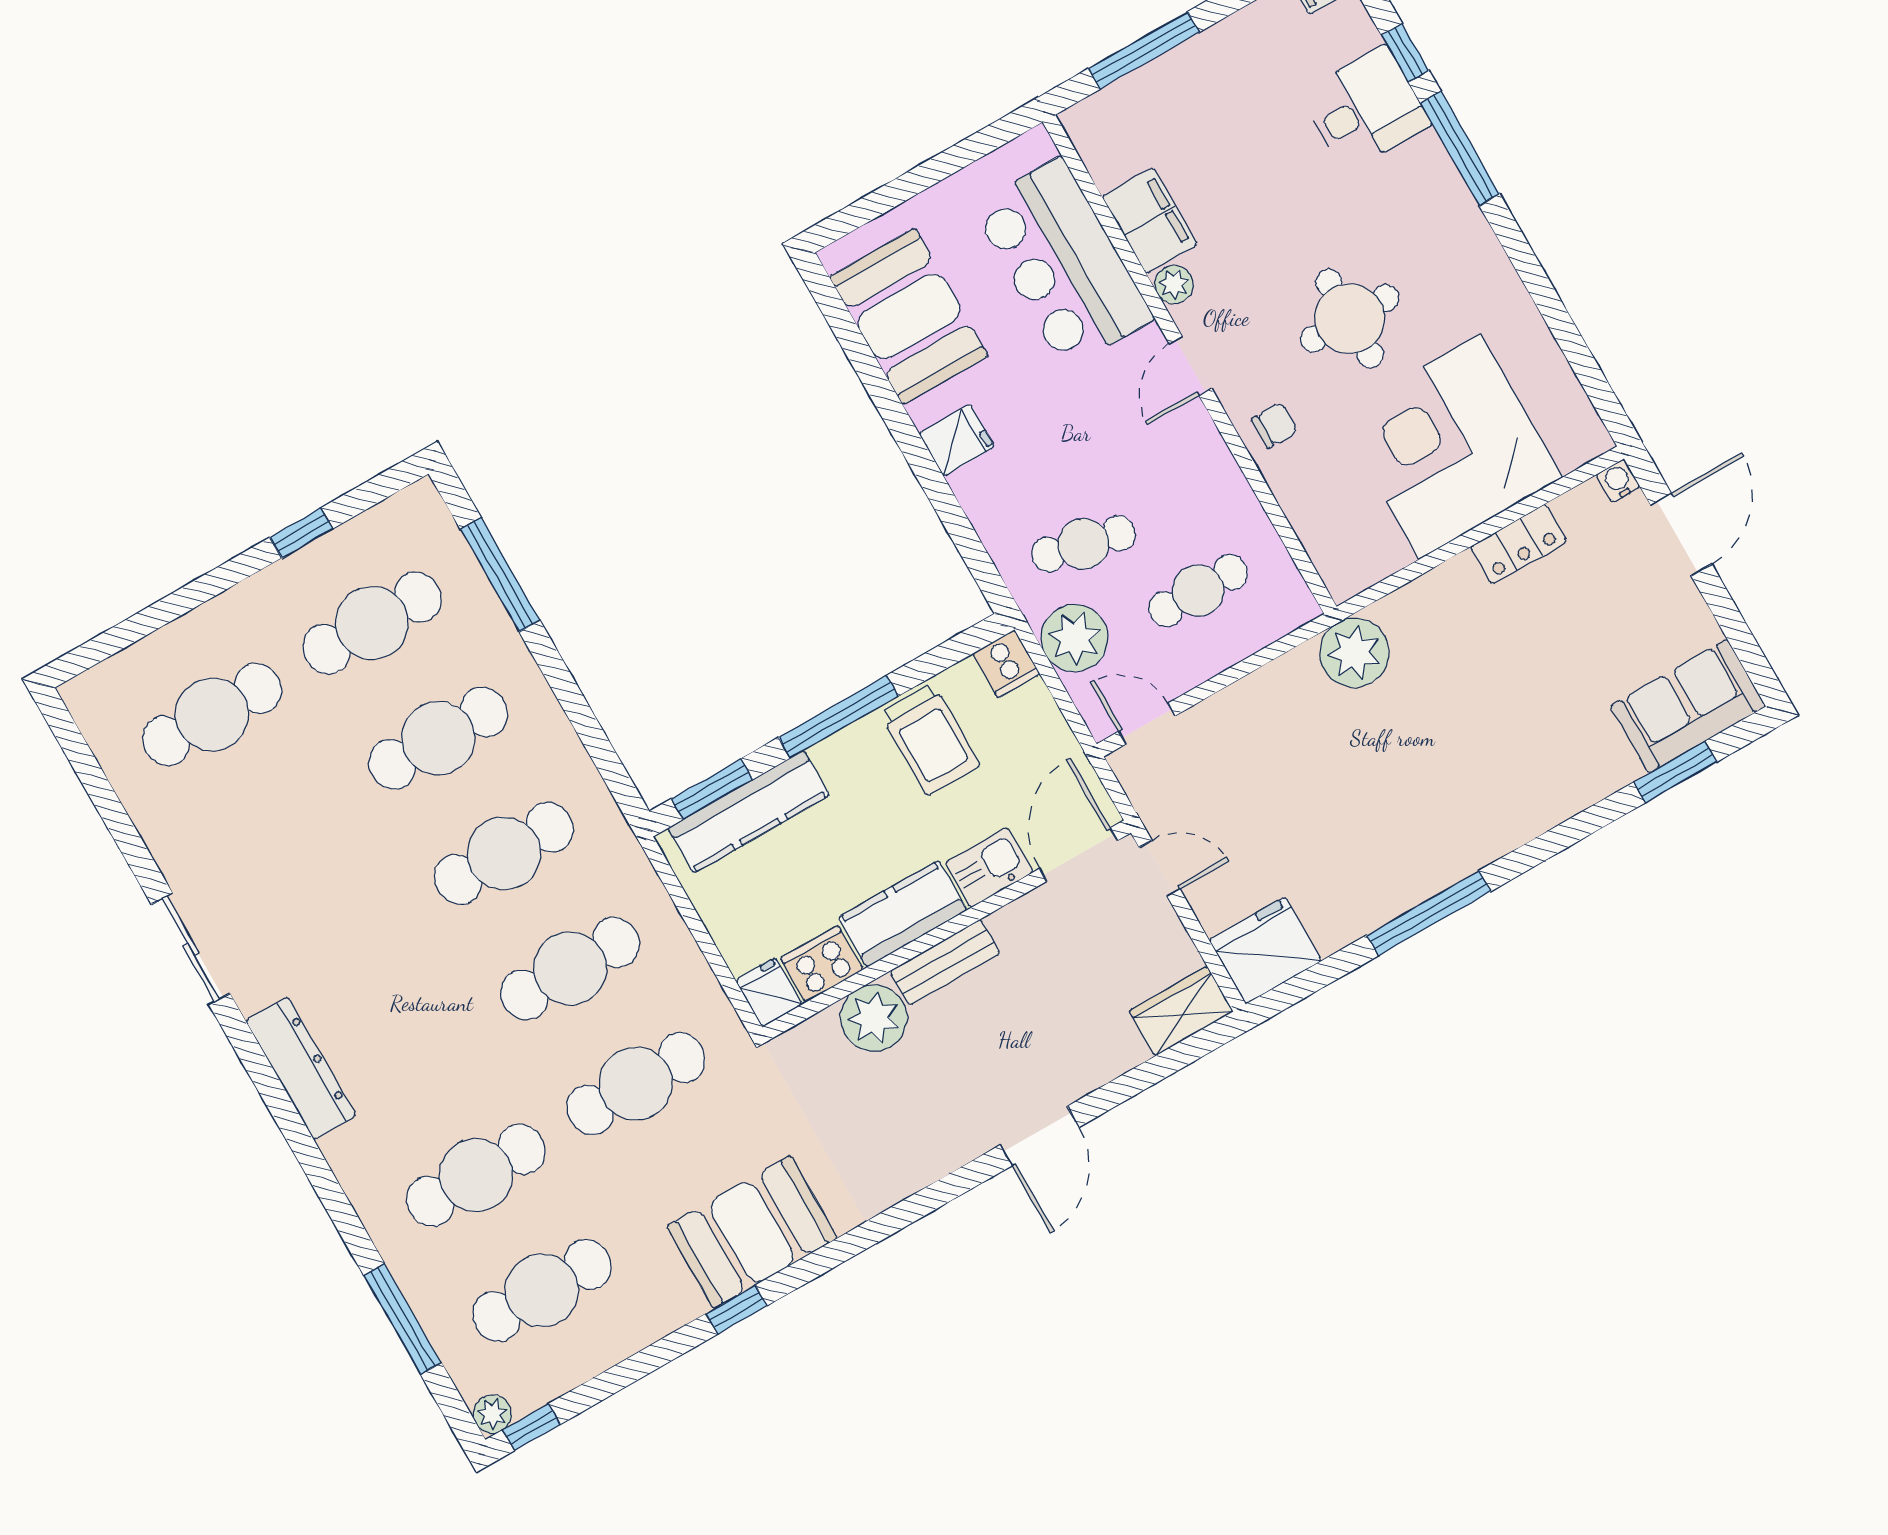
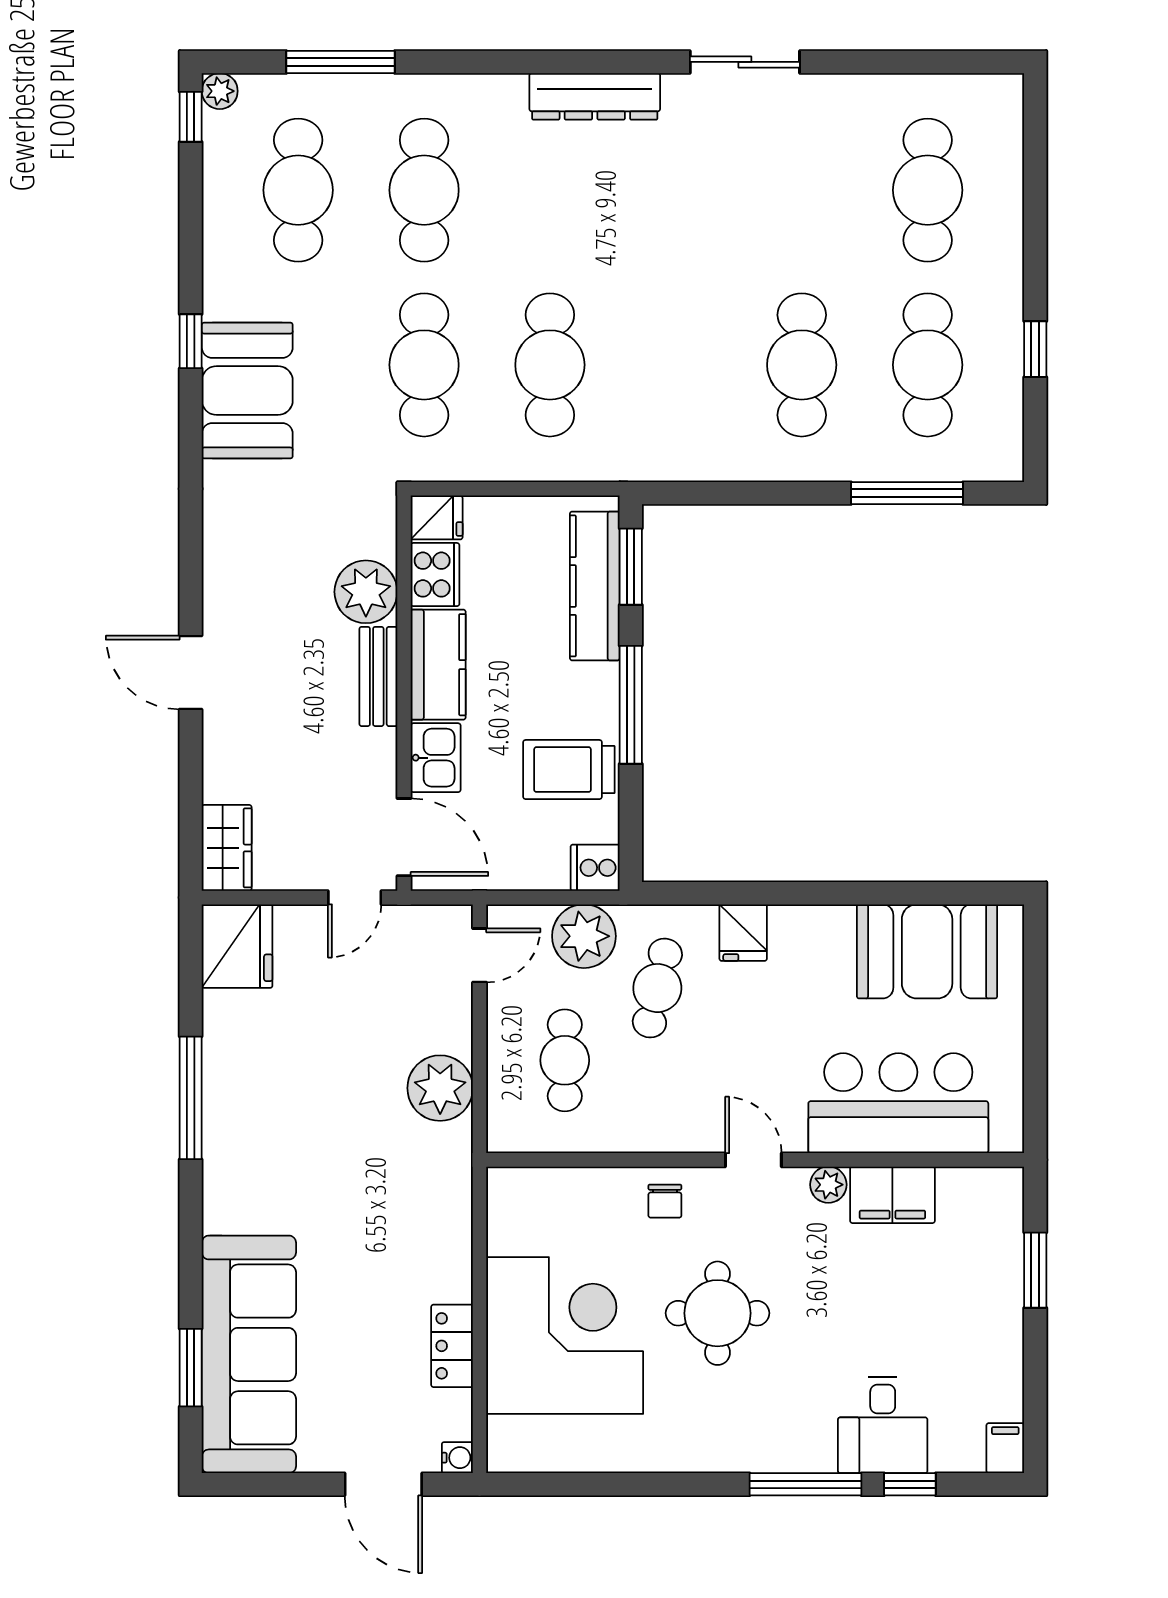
window: (1144, 50) -> (1035, 1270), width x0.69
fridge: (957, 440) -> (743, 933), moved
plant: (1354, 653) -> (440, 1088), moved
sofa: (1688, 706) -> (249, 1354), width x1.85, depth x1.27
cafe table: (504, 853) -> (676, 365), removed

